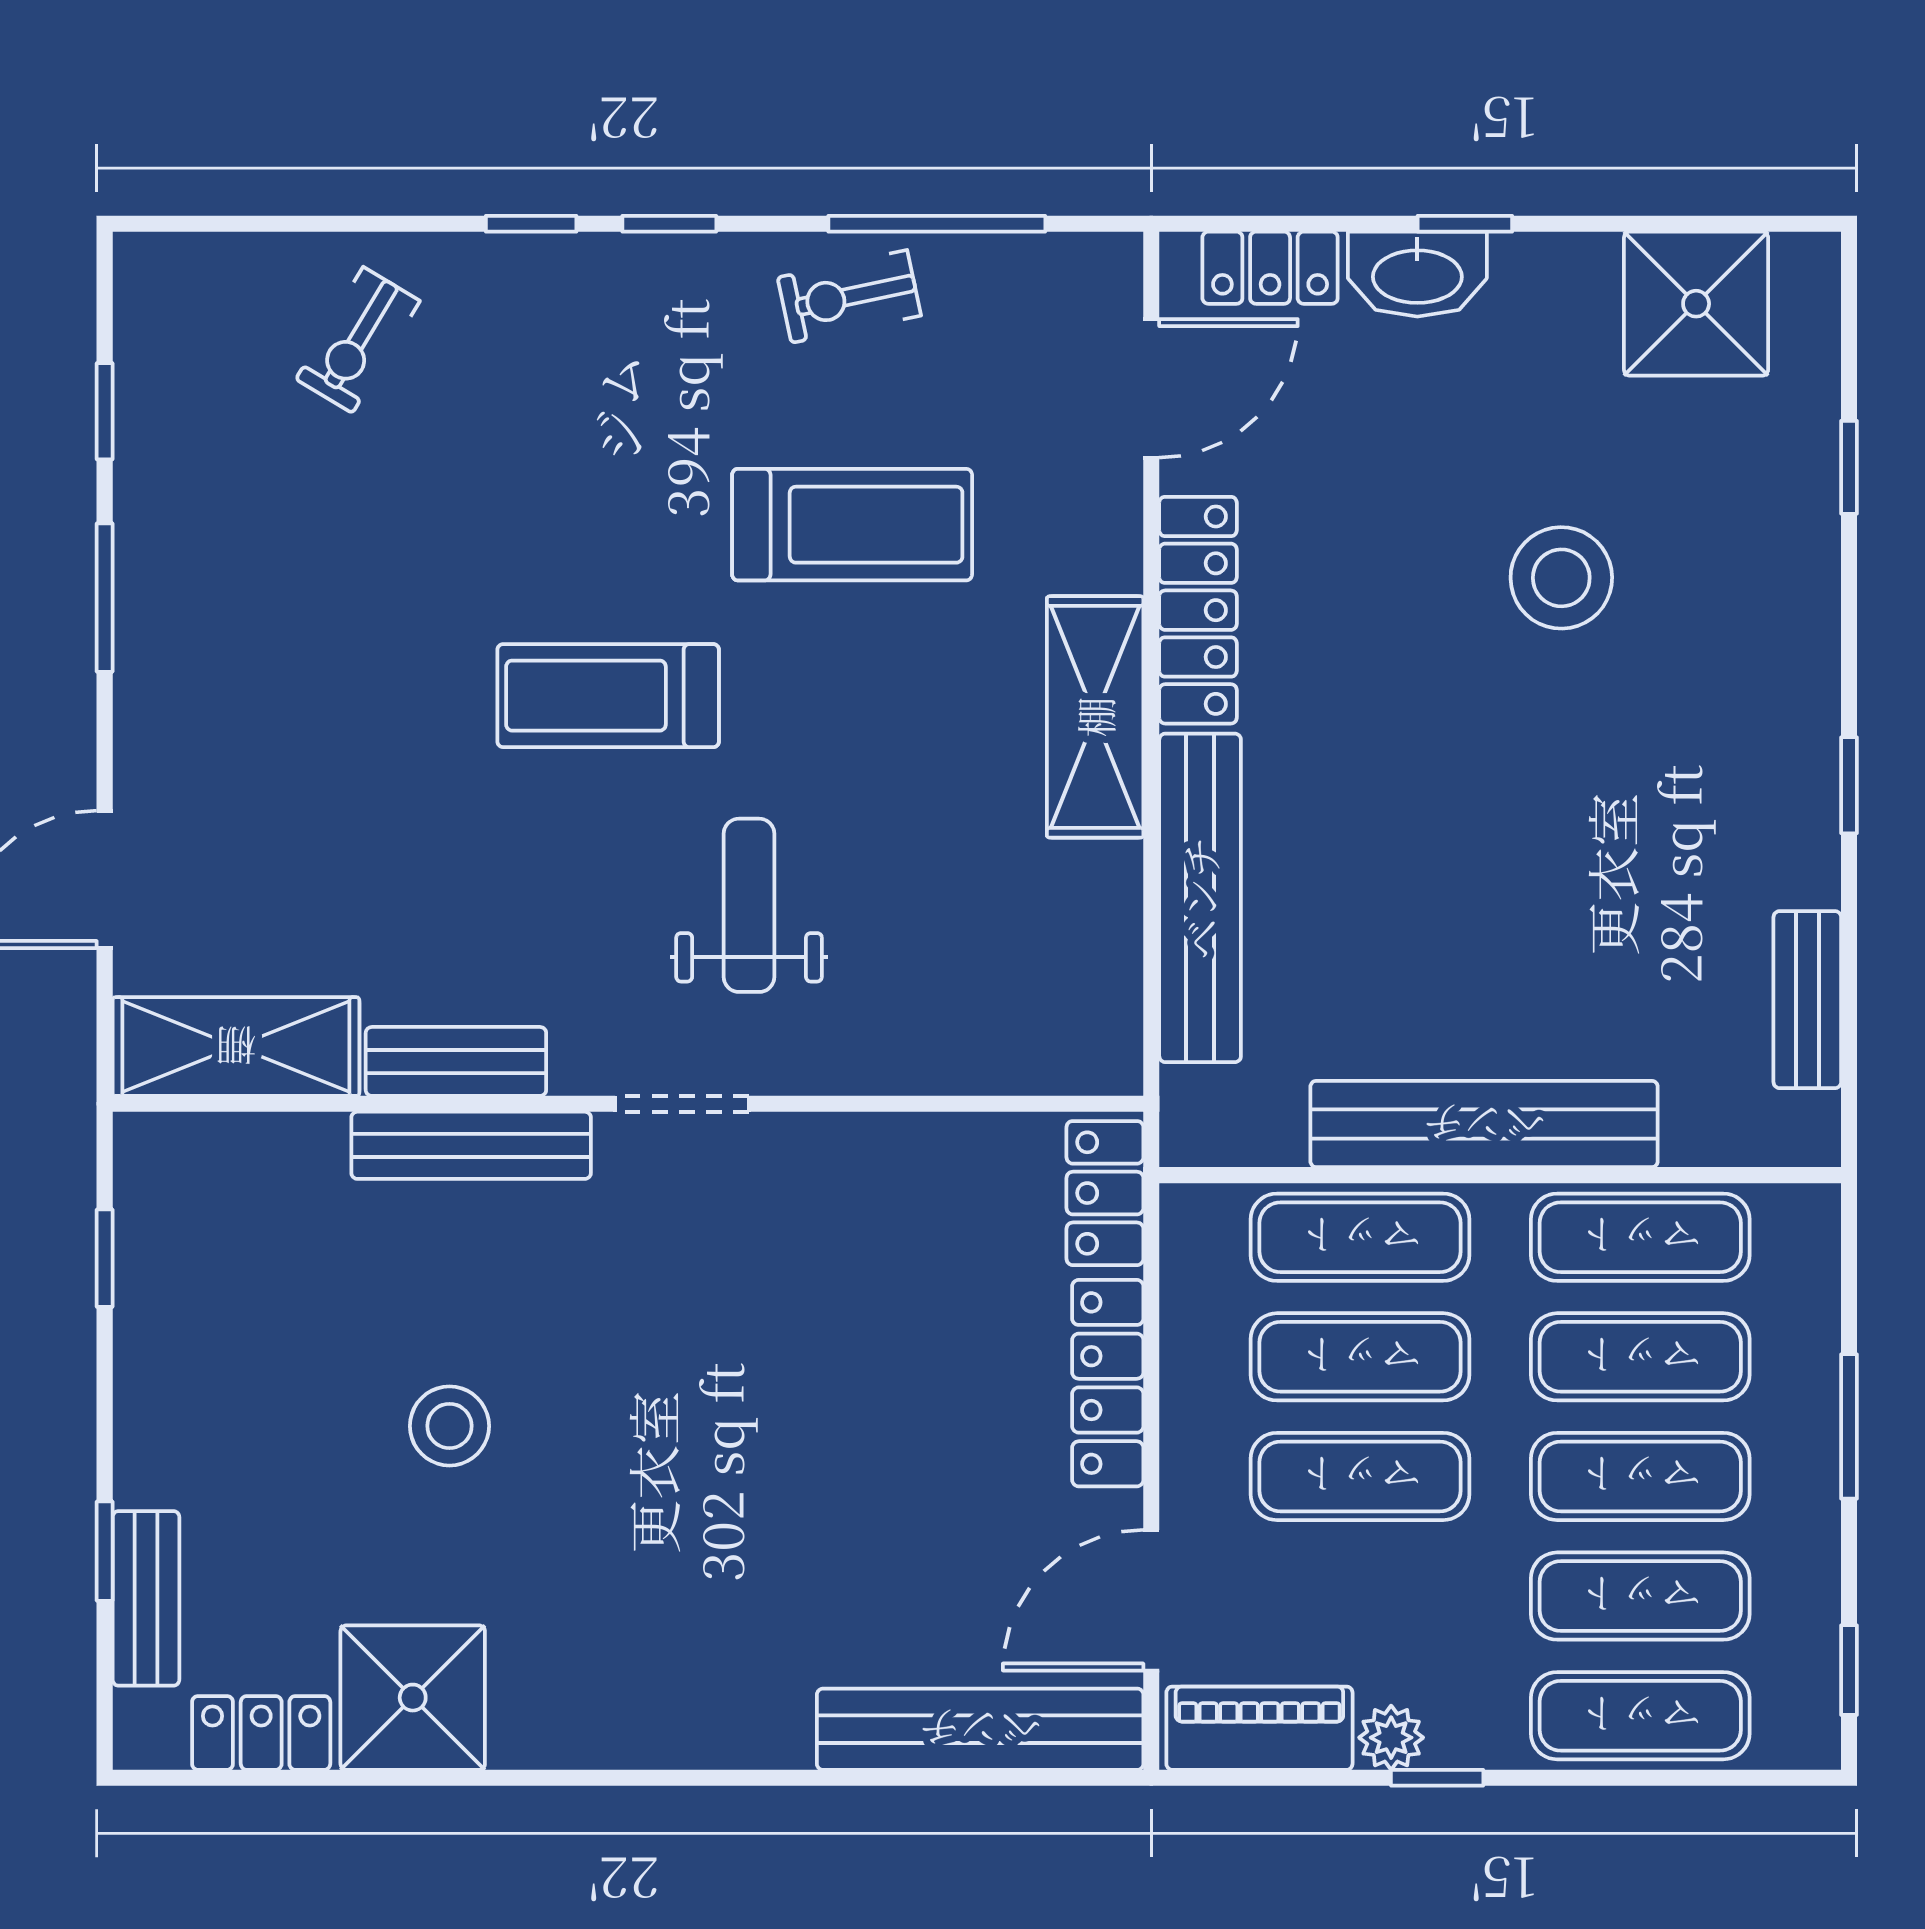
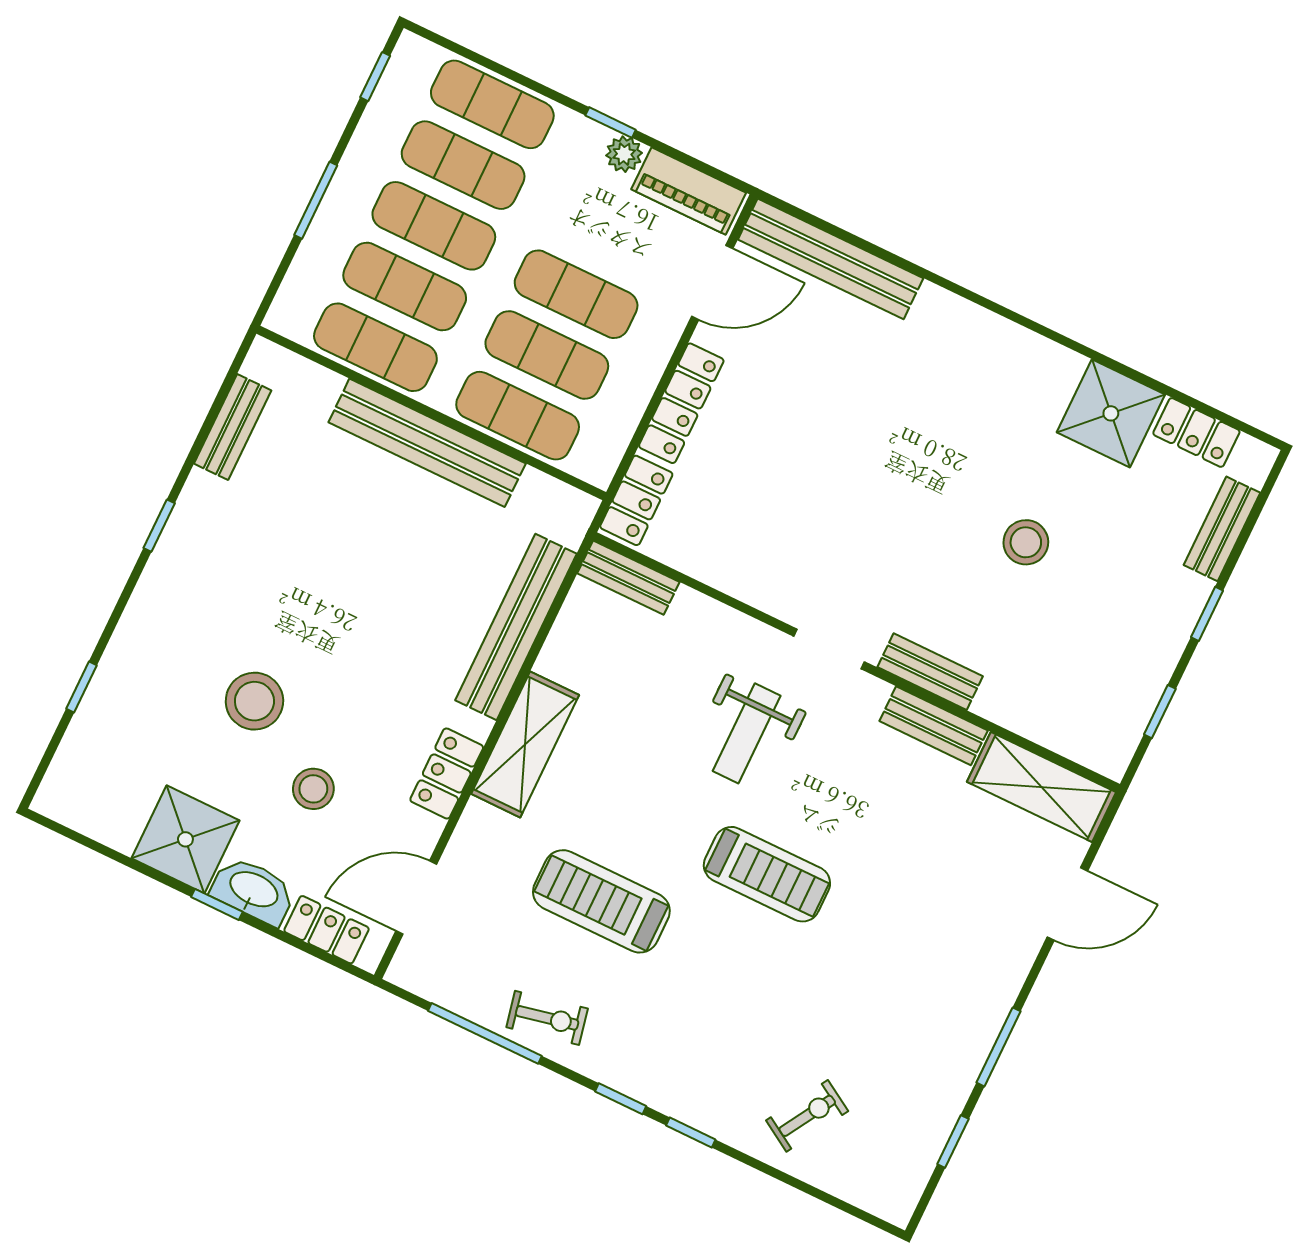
shower: (1696, 304) -> (185, 839), moved
stool: (1400, 483) -> (313, 789), added
locker: (1198, 610) -> (447, 773), width x0.66
bench: (1058, 1063) -> (628, 578), added
bench: (471, 1145) -> (930, 672), width x0.73
window: (105, 1551) -> (1207, 614), moved

